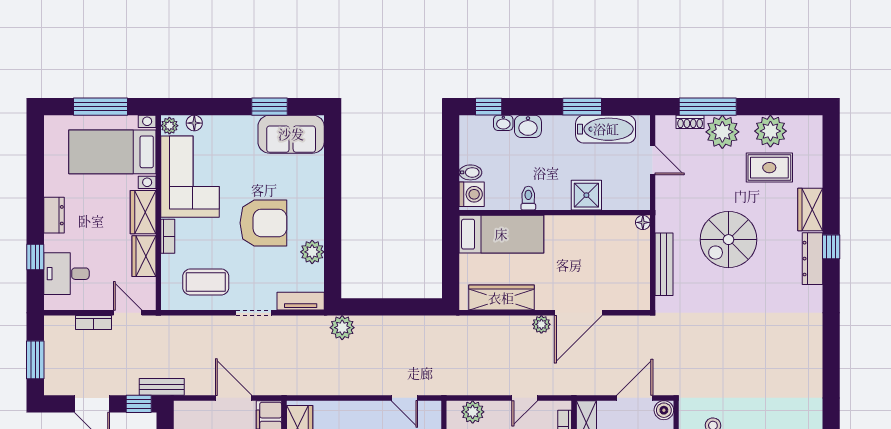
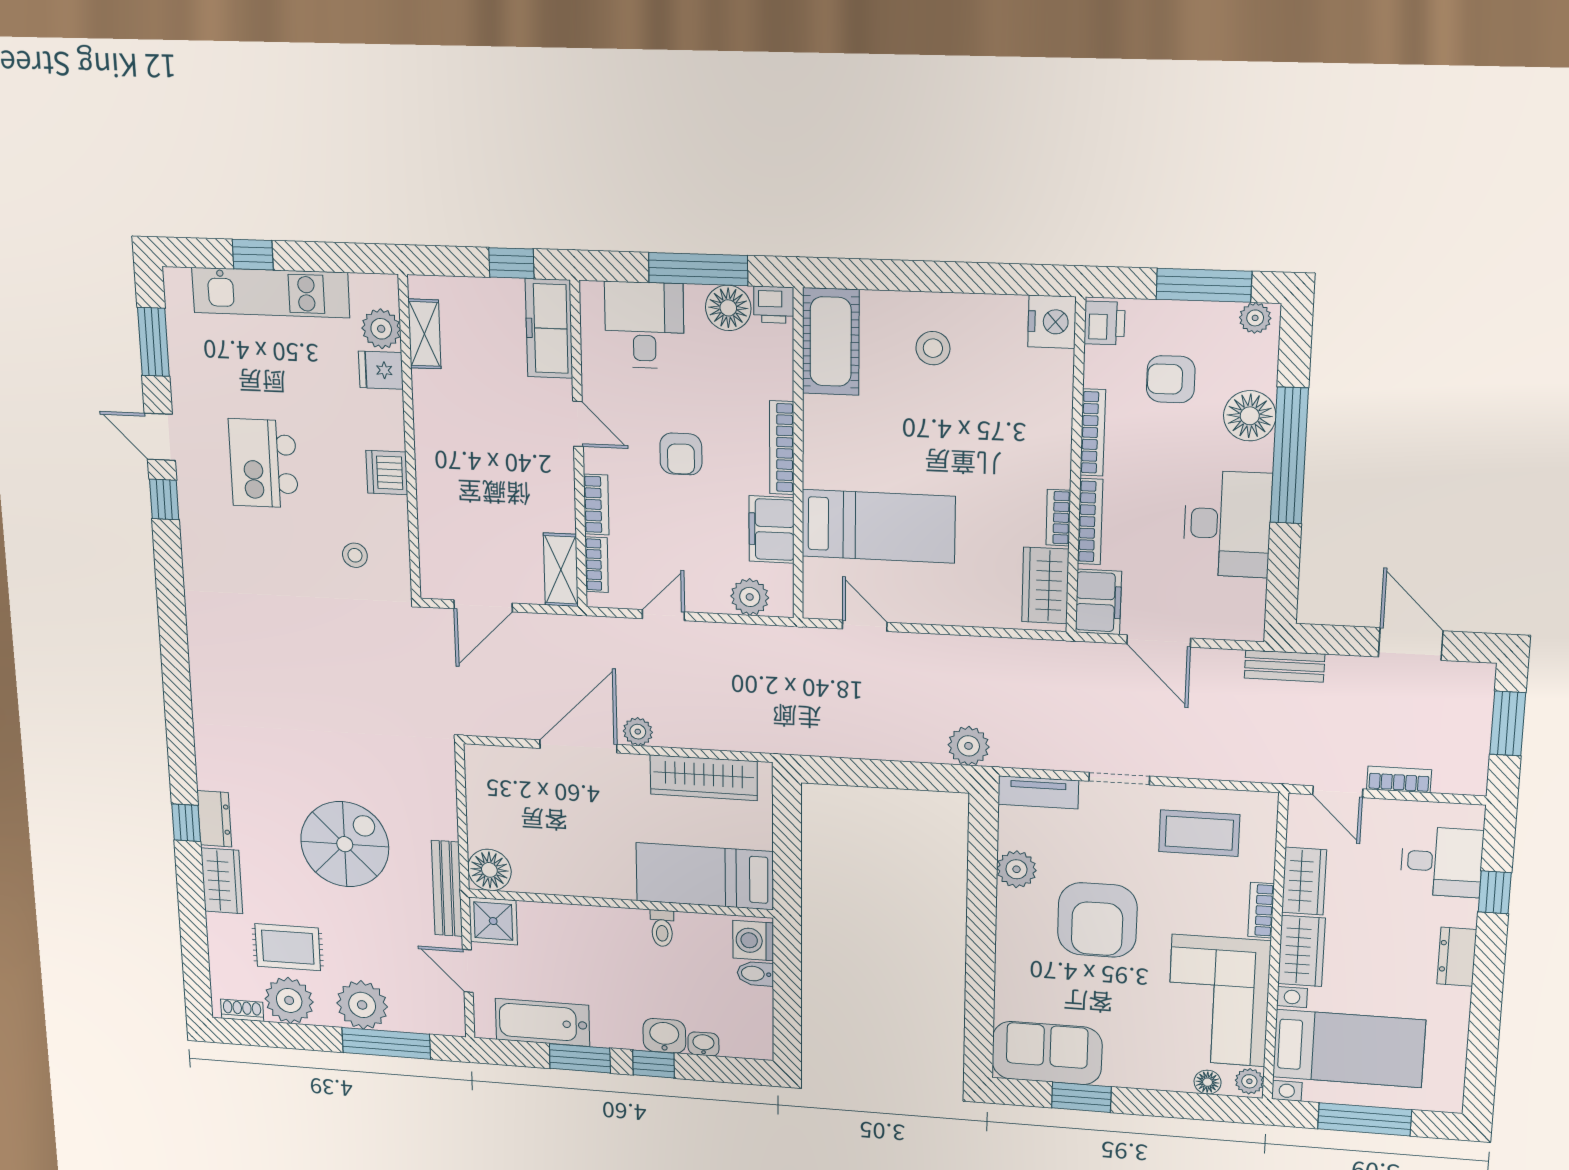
window: (489, 107) -> (654, 1064), moved
shoe rack: (690, 122) -> (242, 1010), moved
shower: (586, 195) -> (493, 921), moved
floor lamp: (643, 222) -> (489, 870), width x1.89, depth x1.89
armchair: (263, 223) -> (1097, 920), turned -90
dresser: (812, 259) -> (214, 819), width x0.70
bench: (664, 264) -> (447, 888), moved
window: (139, 404) -> (1327, 640), removed
boiler: (664, 410) -> (435, 584), removed

